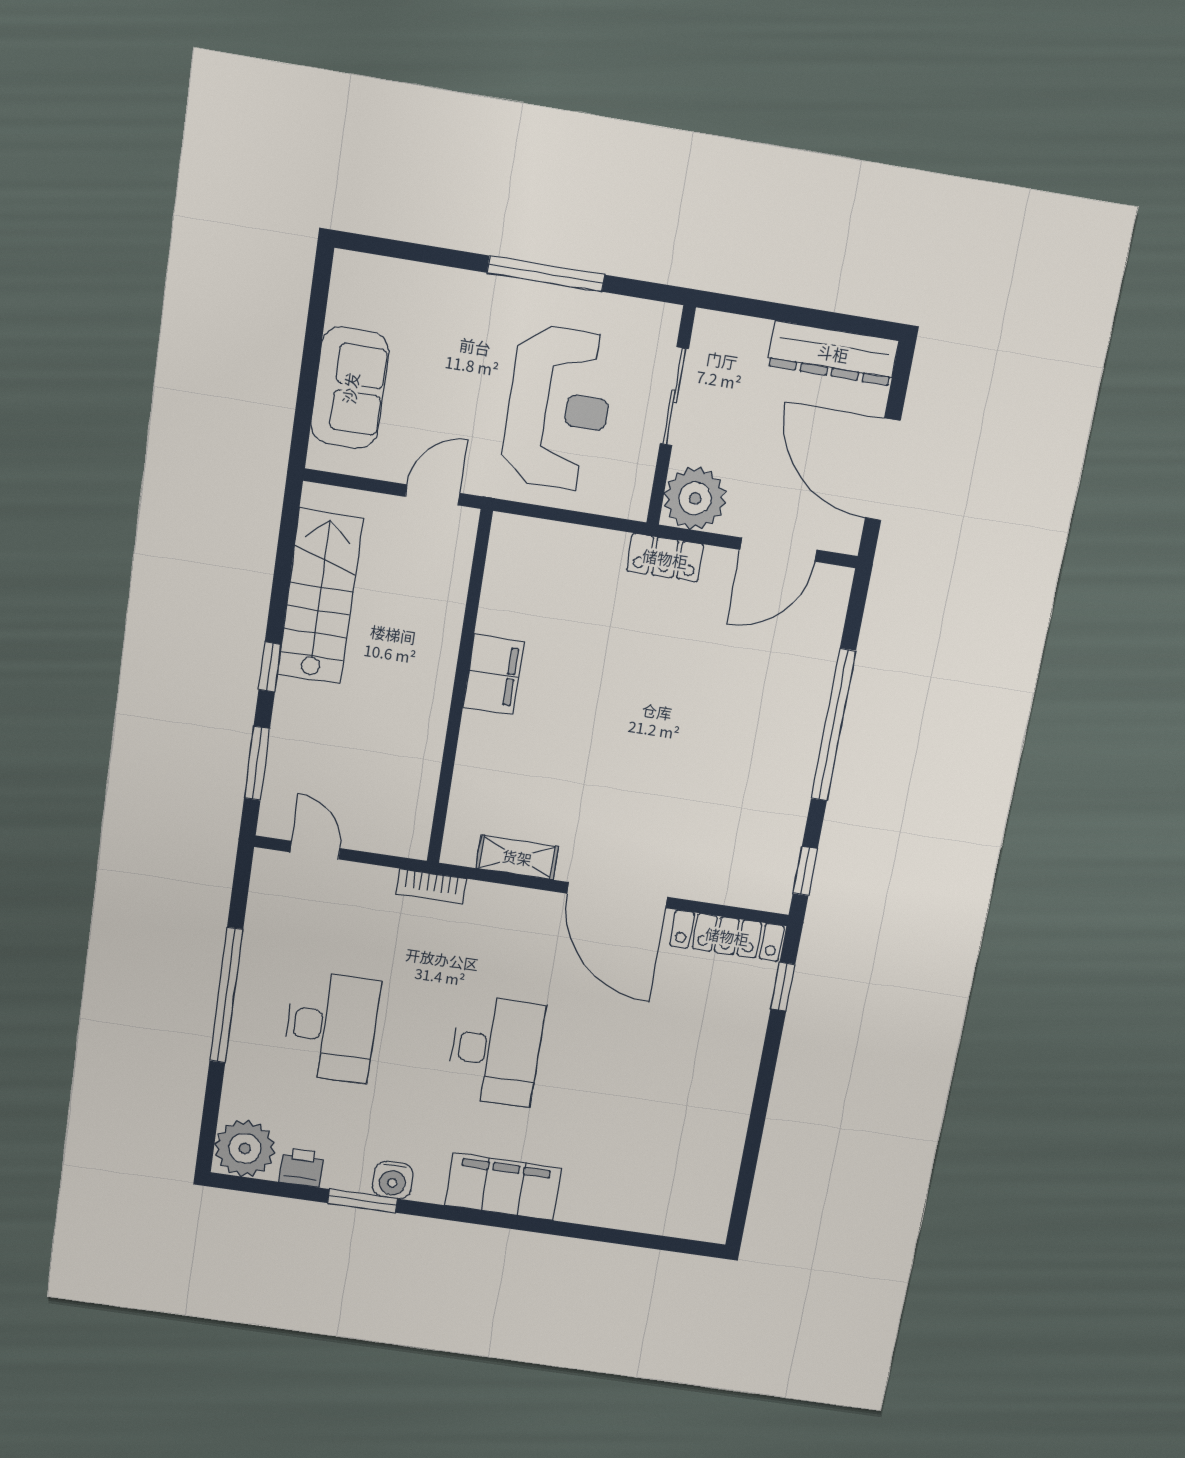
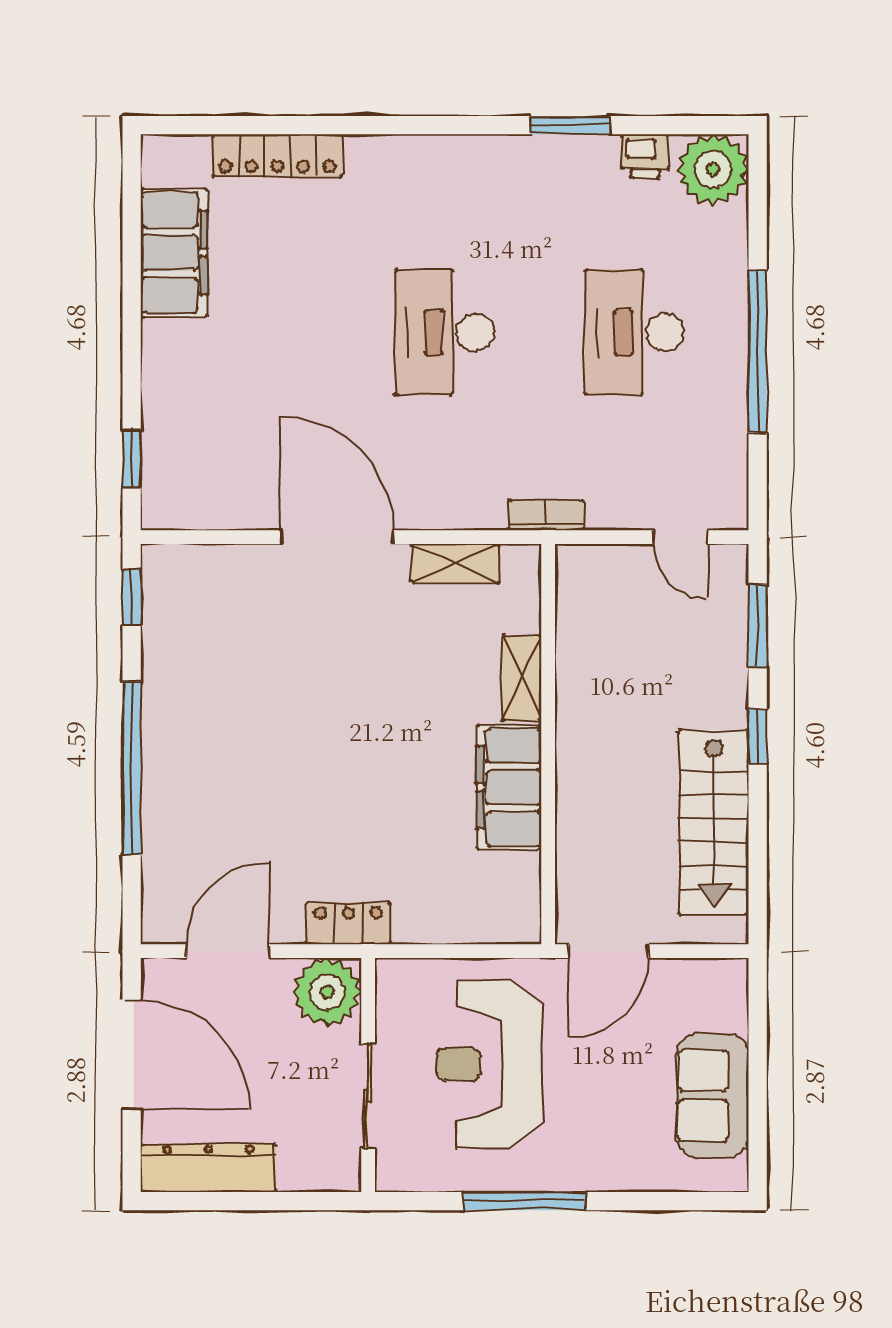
sofa: (350, 388) -> (713, 1095), moved
door: (433, 495) -> (608, 951), width x1.38
filing cabinet: (493, 674) -> (509, 787), width x1.50, depth x1.17
shelving: (474, 750) -> (522, 678), added
locker: (727, 936) -> (277, 156), moved, turned 180
water cooler: (393, 1180) -> (538, 156), removed
filing cabinet: (503, 1187) -> (174, 253), moved, turned -90

